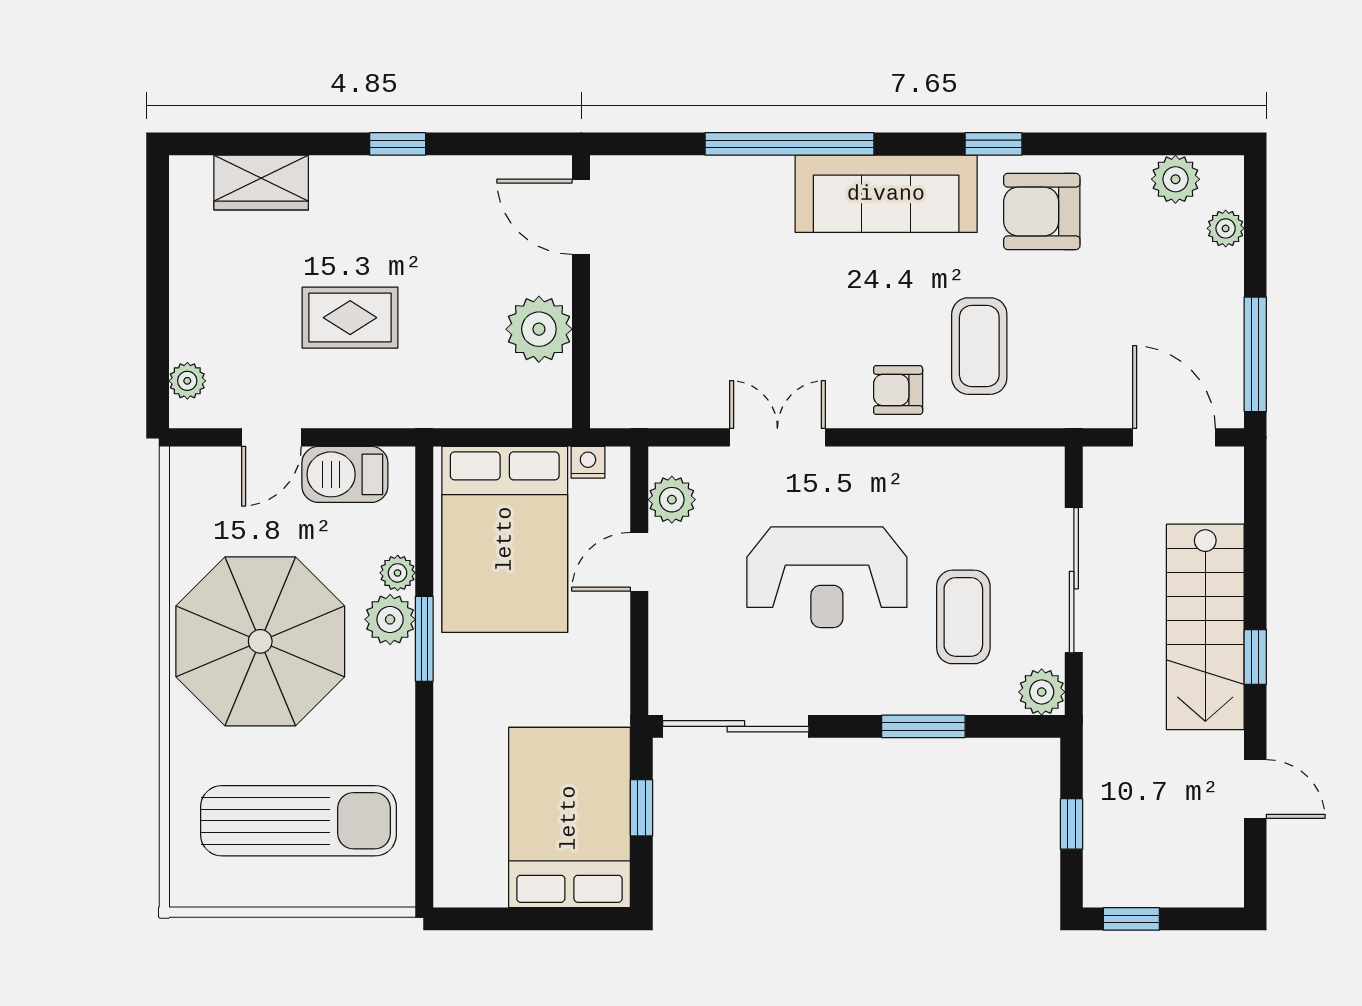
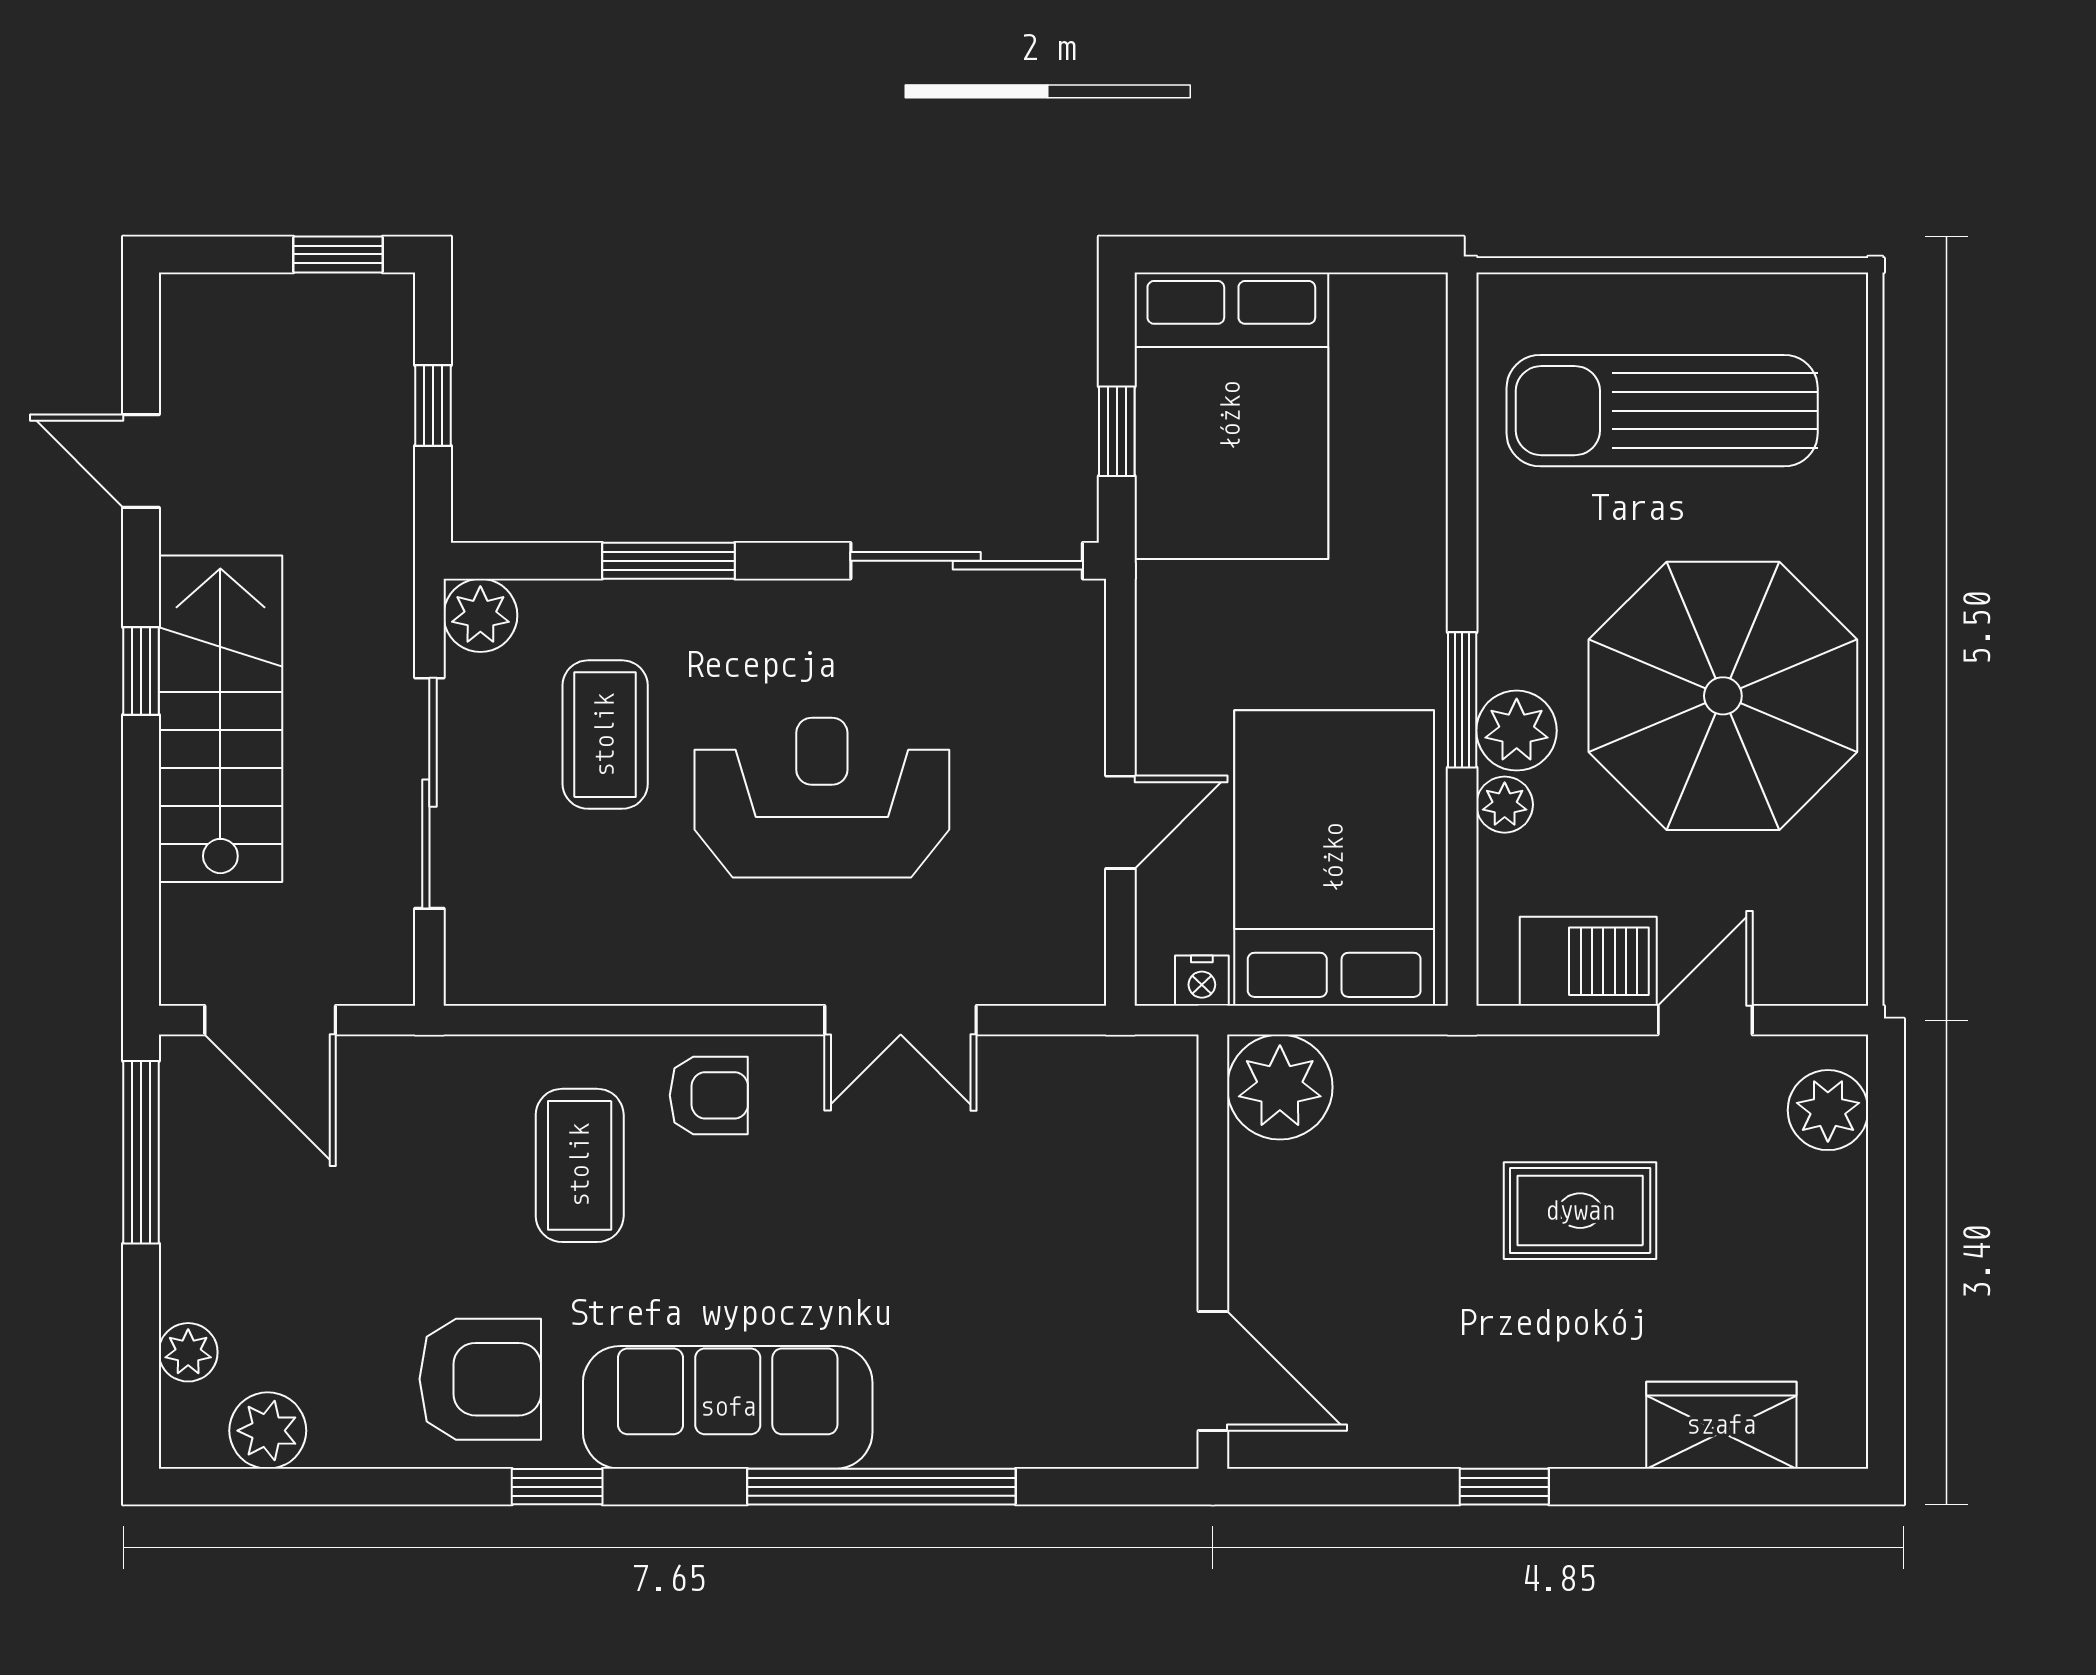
plant: (539, 329) -> (1280, 1087), moved
plant: (187, 381) -> (1828, 1110), width x1.38, depth x1.38
plant: (672, 500) -> (1069, 921), removed

